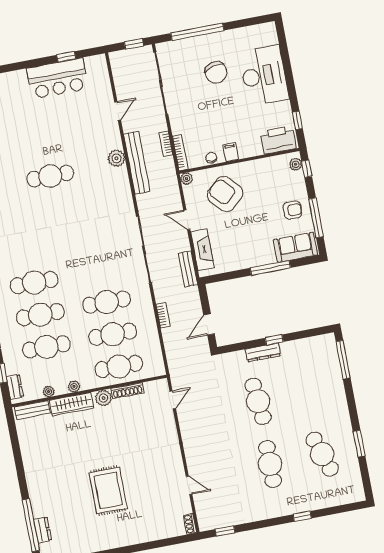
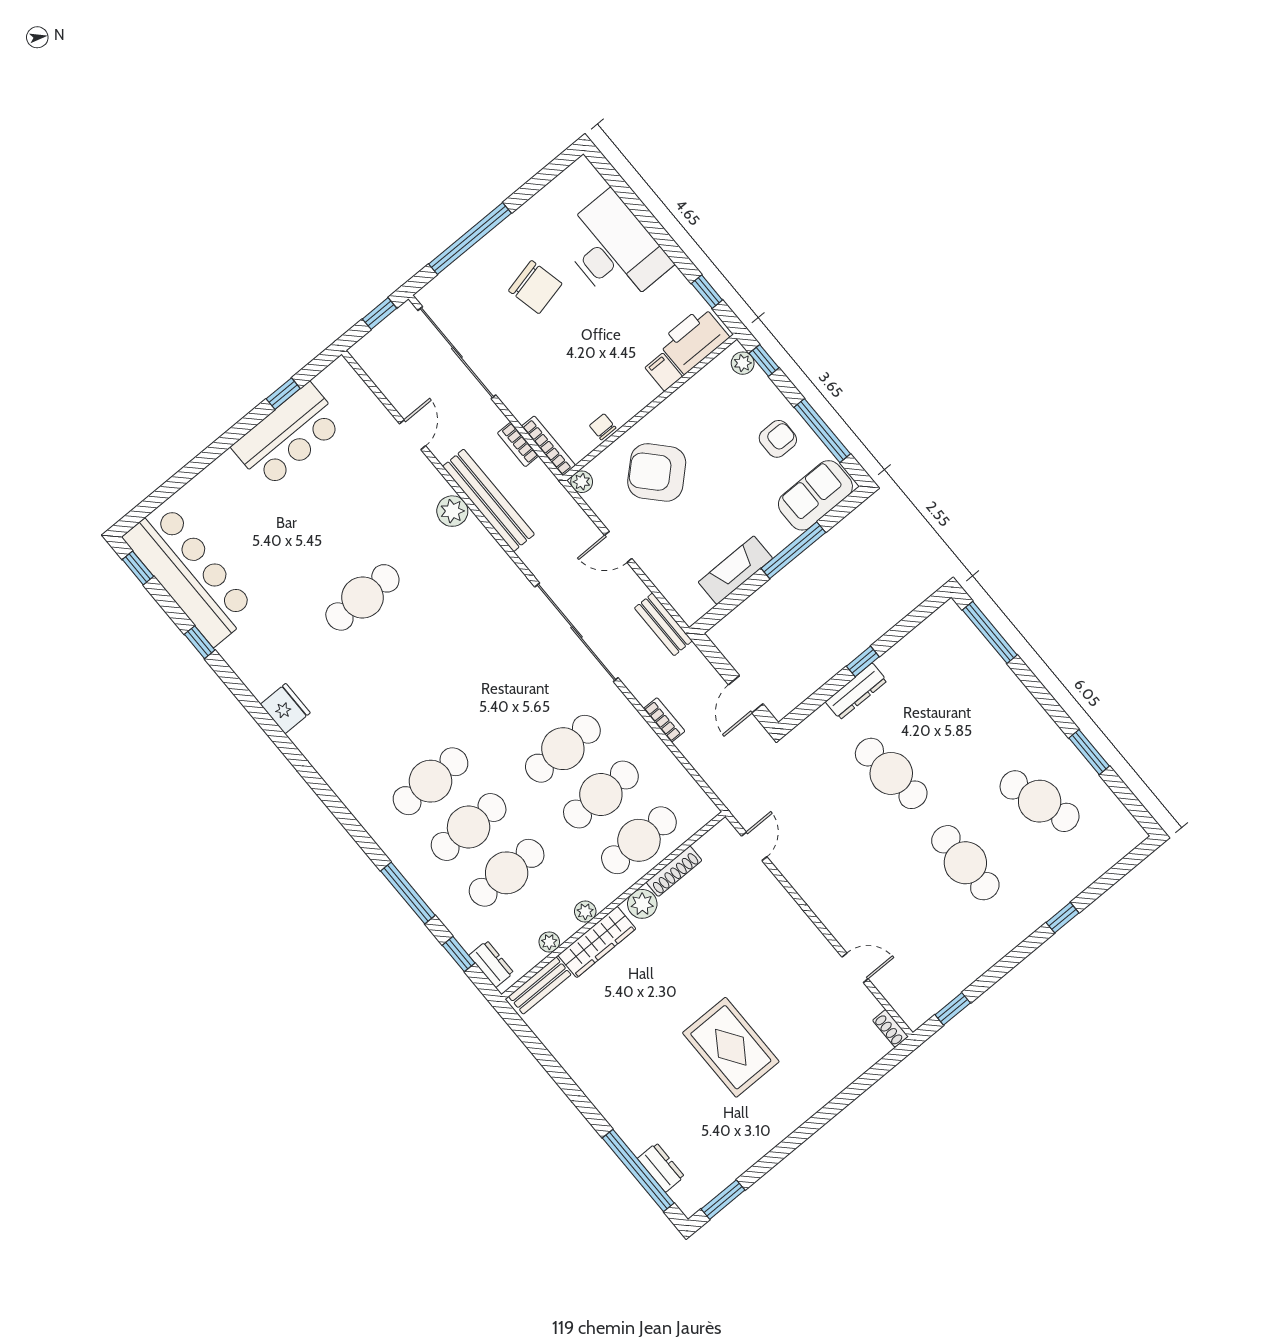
filing cabinet: (231, 152) -> (664, 372), moved
fireplace: (202, 250) -> (735, 570), moved, turned -90

